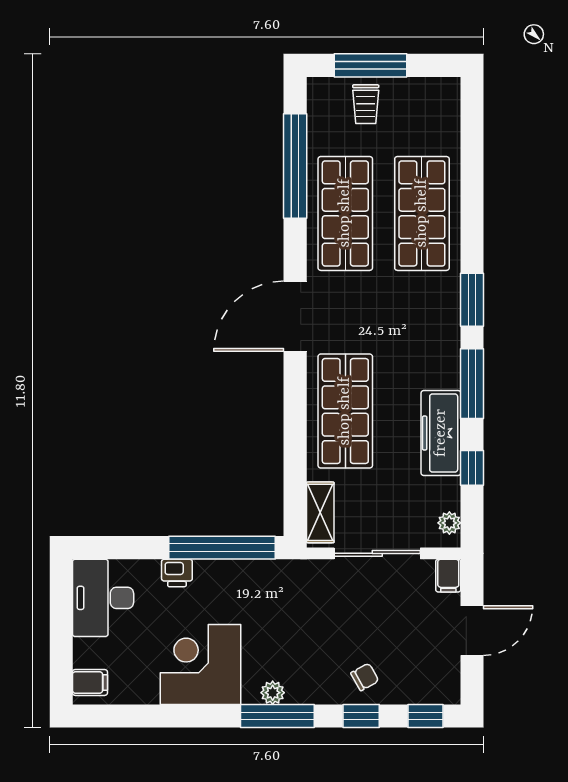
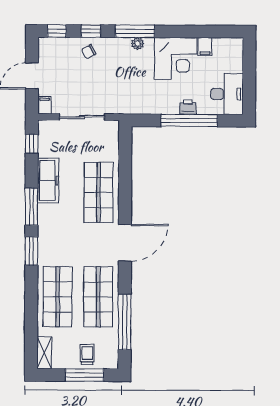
window: (472, 468) -> (32, 144), moved
shelving: (320, 512) -> (44, 353), moved
plant: (449, 523) -> (44, 133), removed
window: (222, 548) -> (189, 120), moved
filing cabinet: (90, 682) -> (205, 47), moved, turned -90

